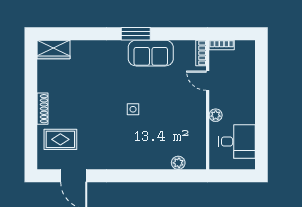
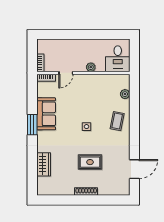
wardrobe: (53, 49) -> (44, 164), moved
rug: (60, 139) -> (90, 162), moved, turned 90
desk: (237, 142) -> (118, 59), moved, turned 180
coffee table: (141, 152) -> (117, 121), added

